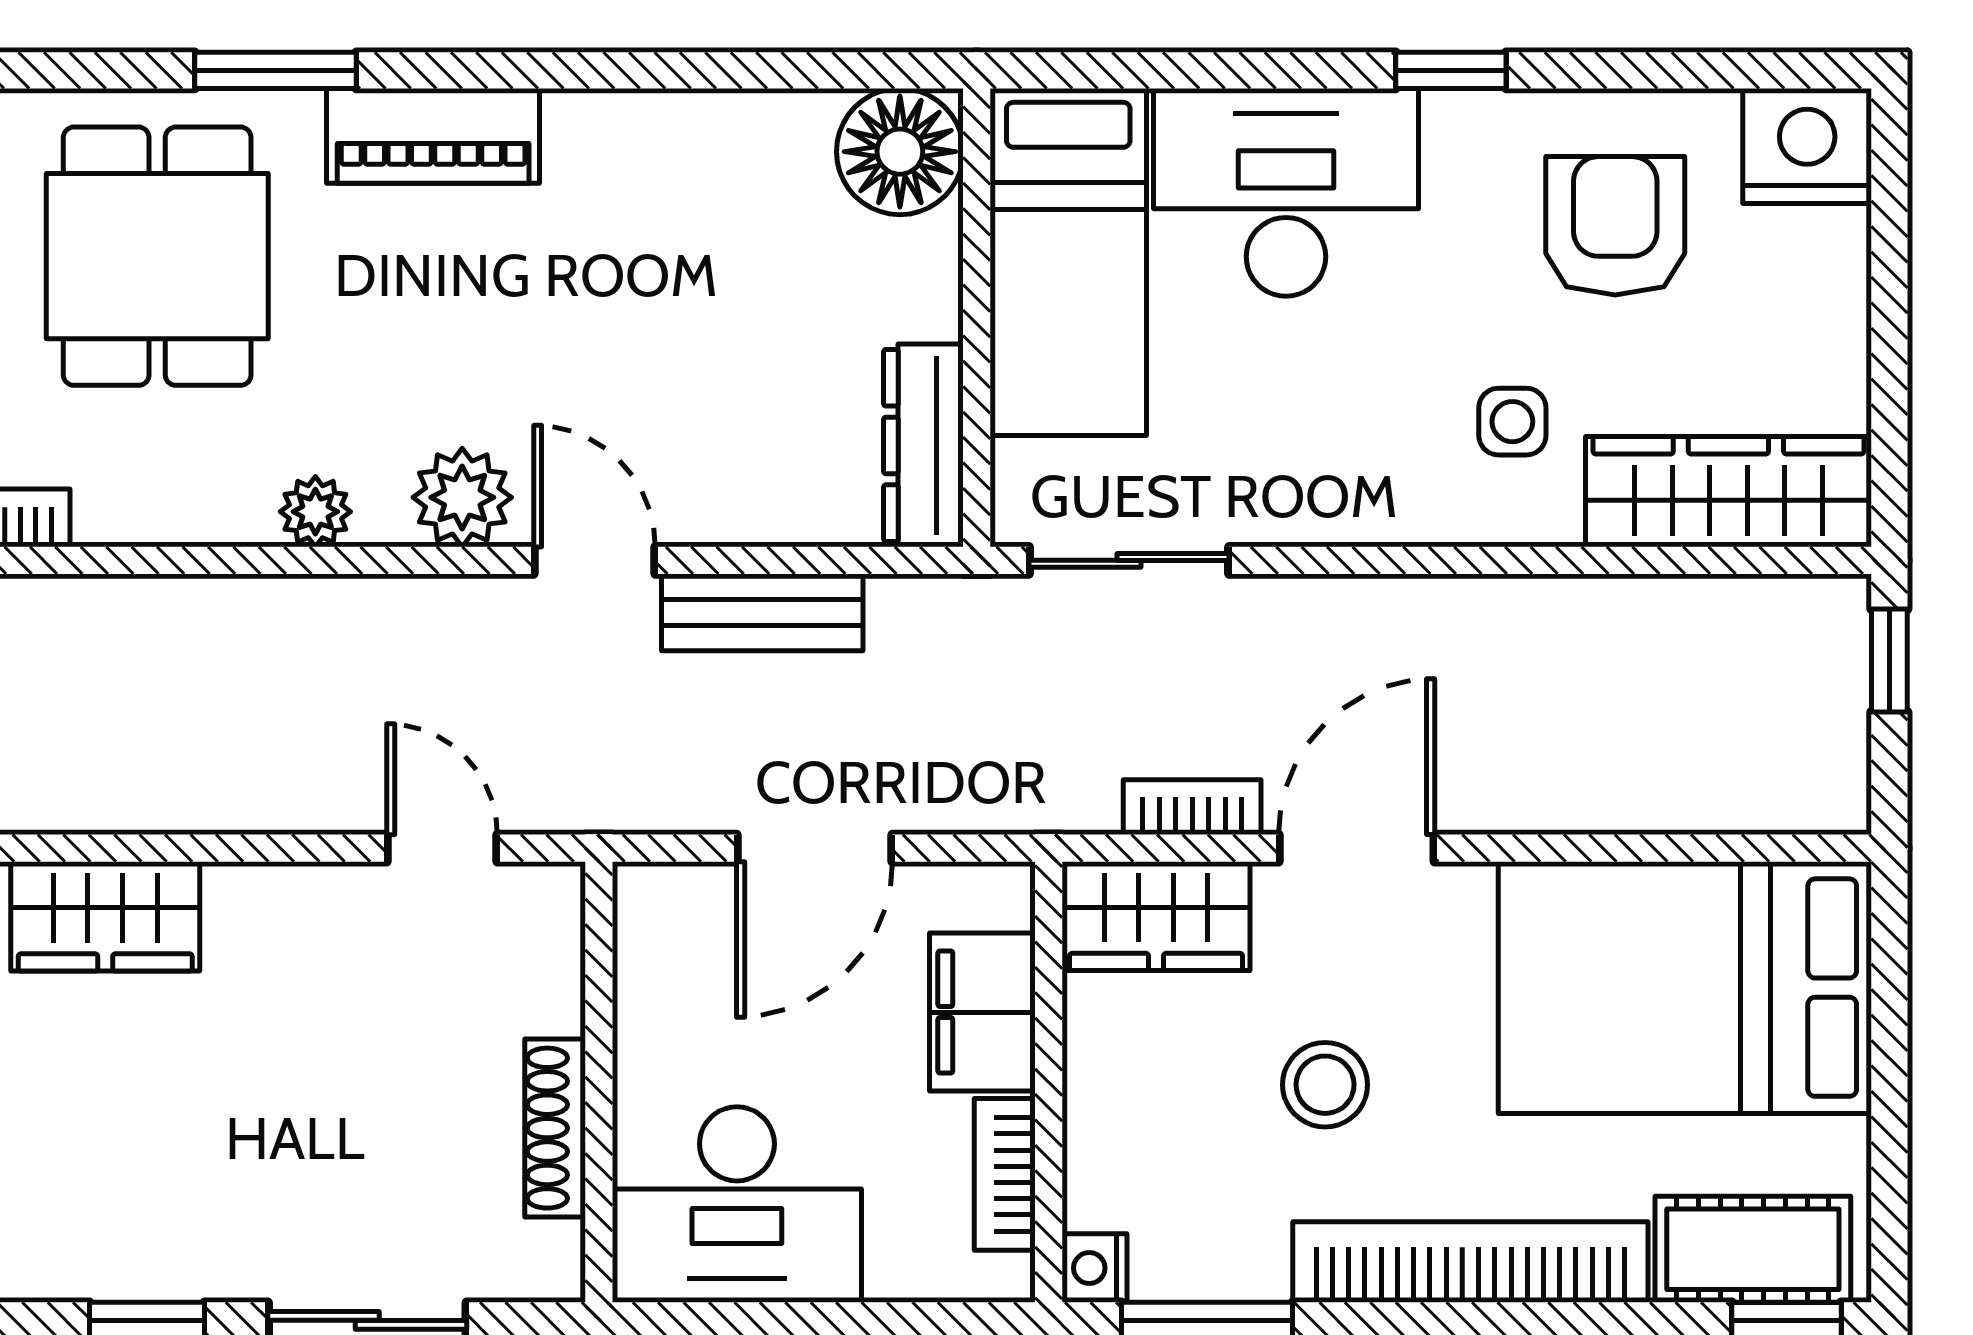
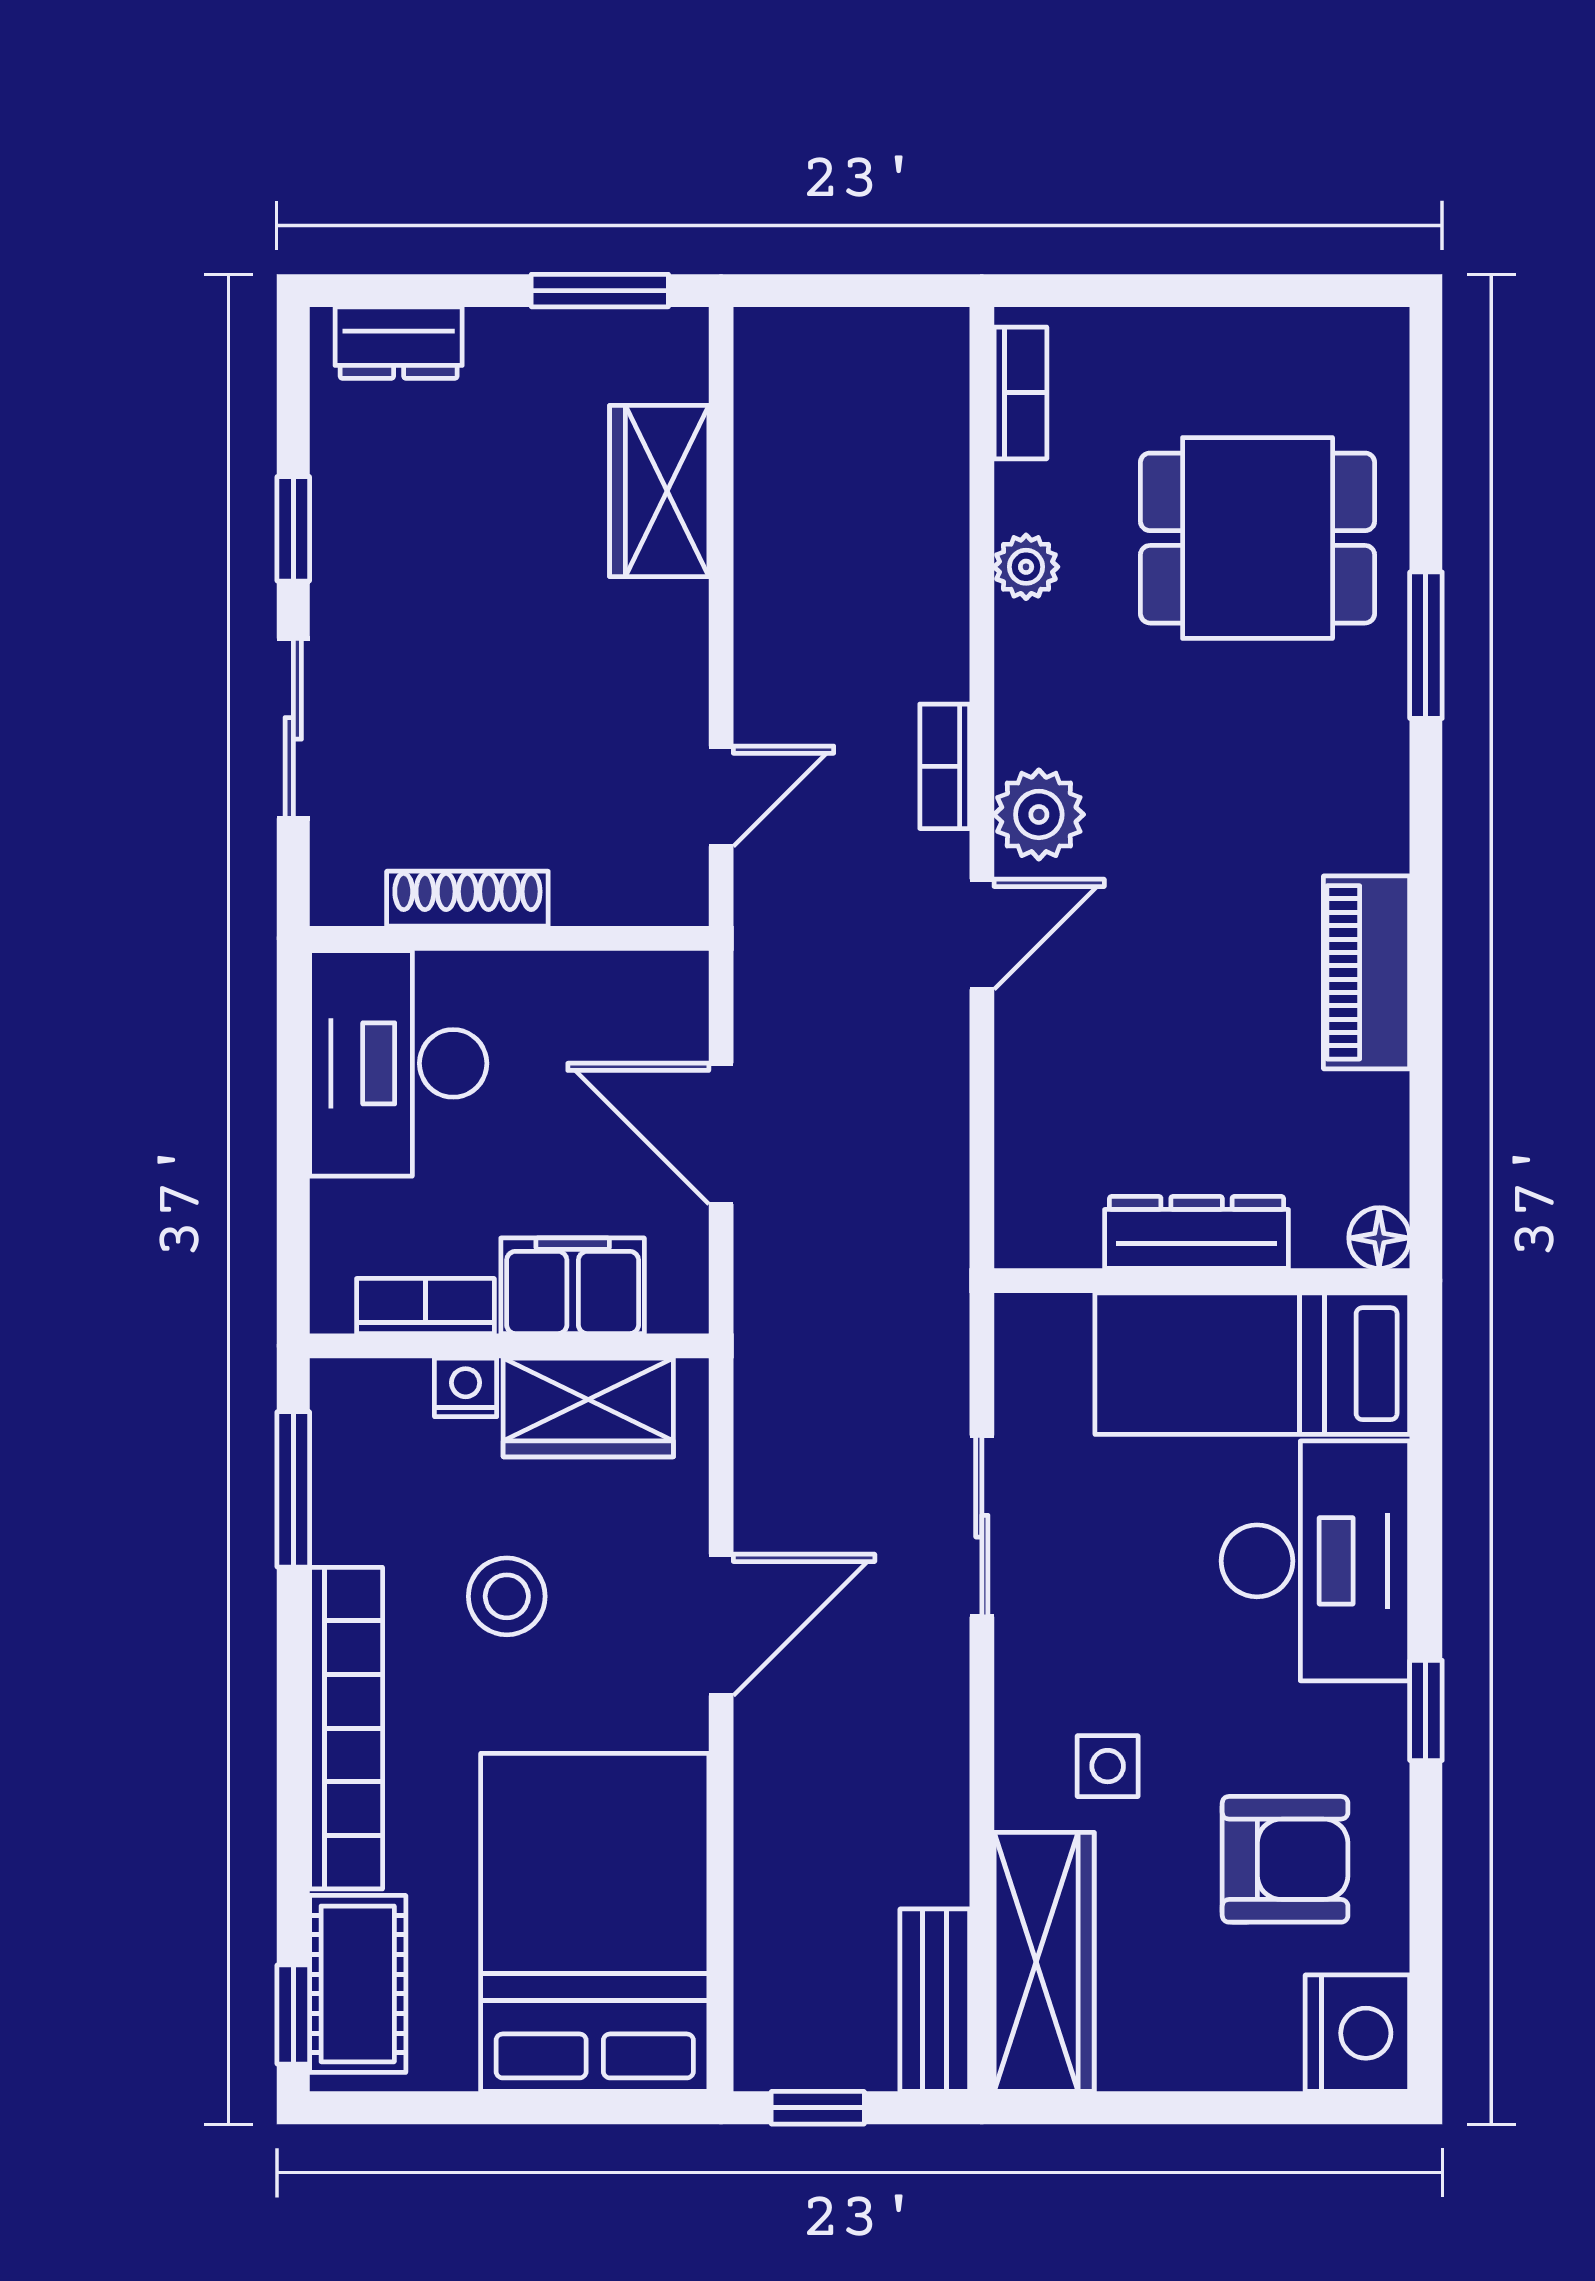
piano: (433, 136) -> (1367, 972), moved
floor lamp: (900, 152) -> (1379, 1238), width x0.53, depth x0.53
dresser: (923, 445) -> (1197, 1232), moved
plant: (315, 512) -> (1026, 567), moved
sliding door: (1129, 560) -> (982, 1526), moved
bench: (762, 612) -> (935, 2000), moved
window: (1889, 661) -> (818, 2108), moved
bookcase: (1192, 807) -> (945, 766), moved, turned 180
door: (1357, 848) -> (721, 1625), hinge flipped
wardrobe: (1156, 916) -> (588, 1407), moved, turned -90
nightstand: (1094, 1268) -> (466, 1387), moved

